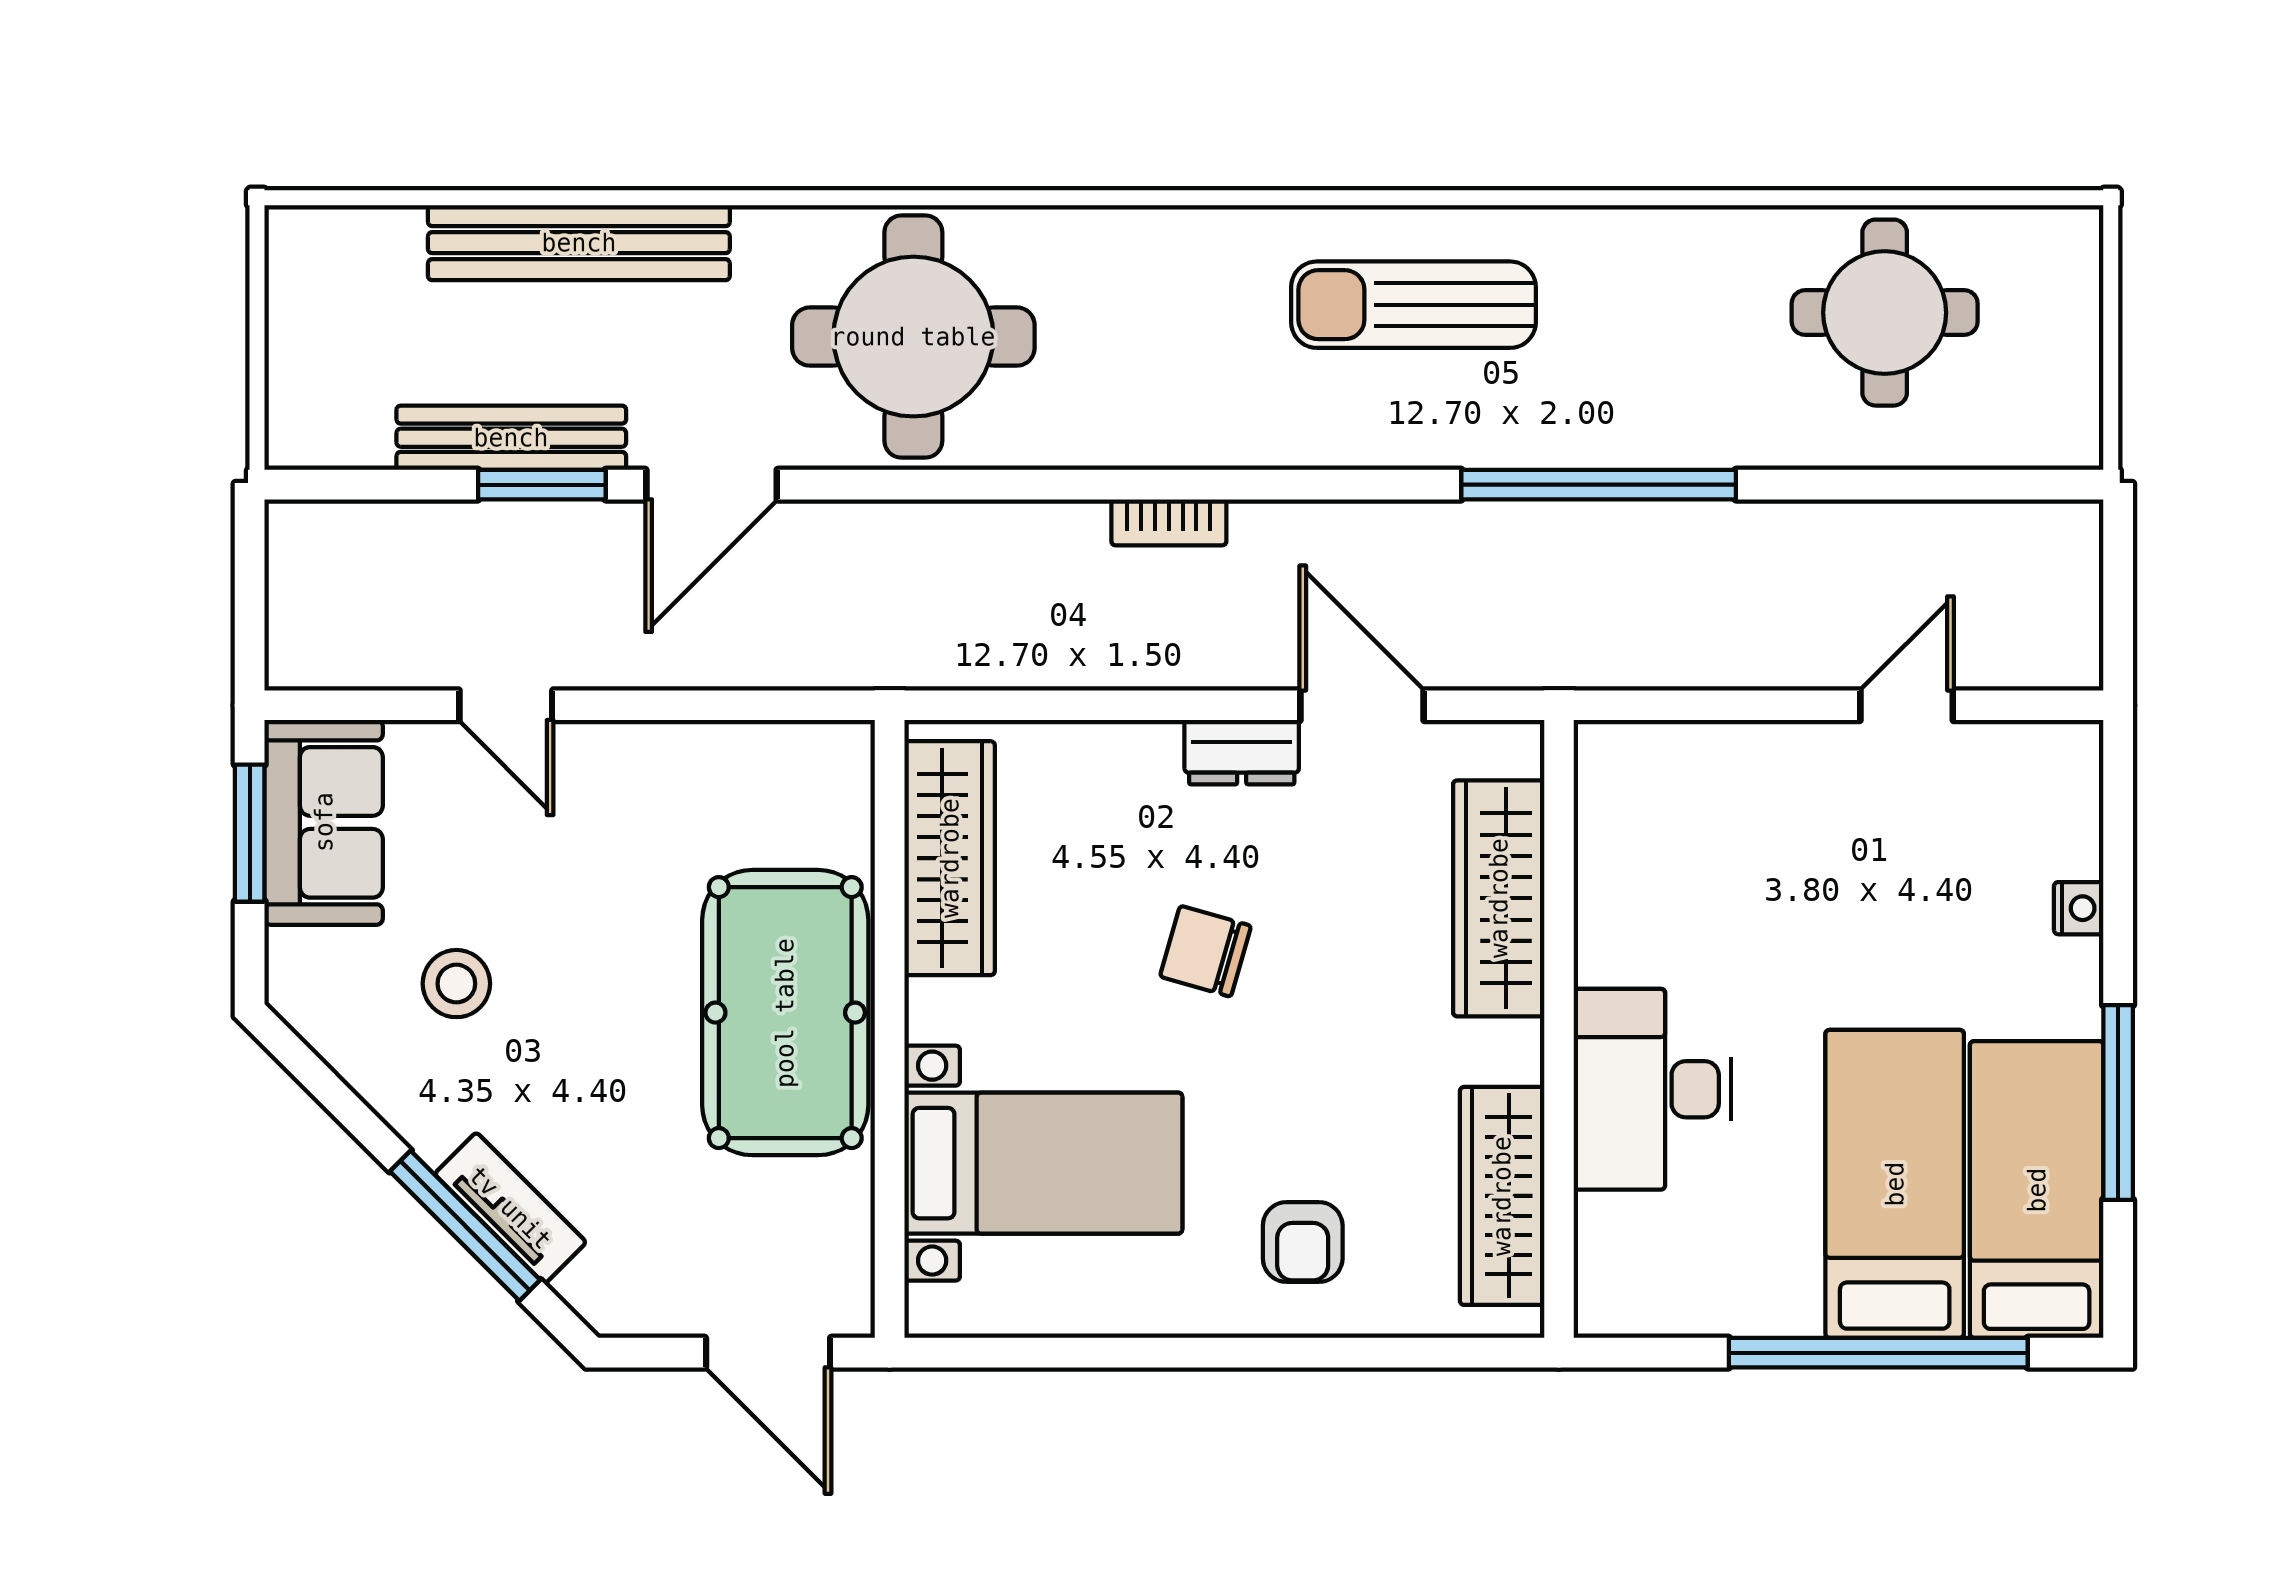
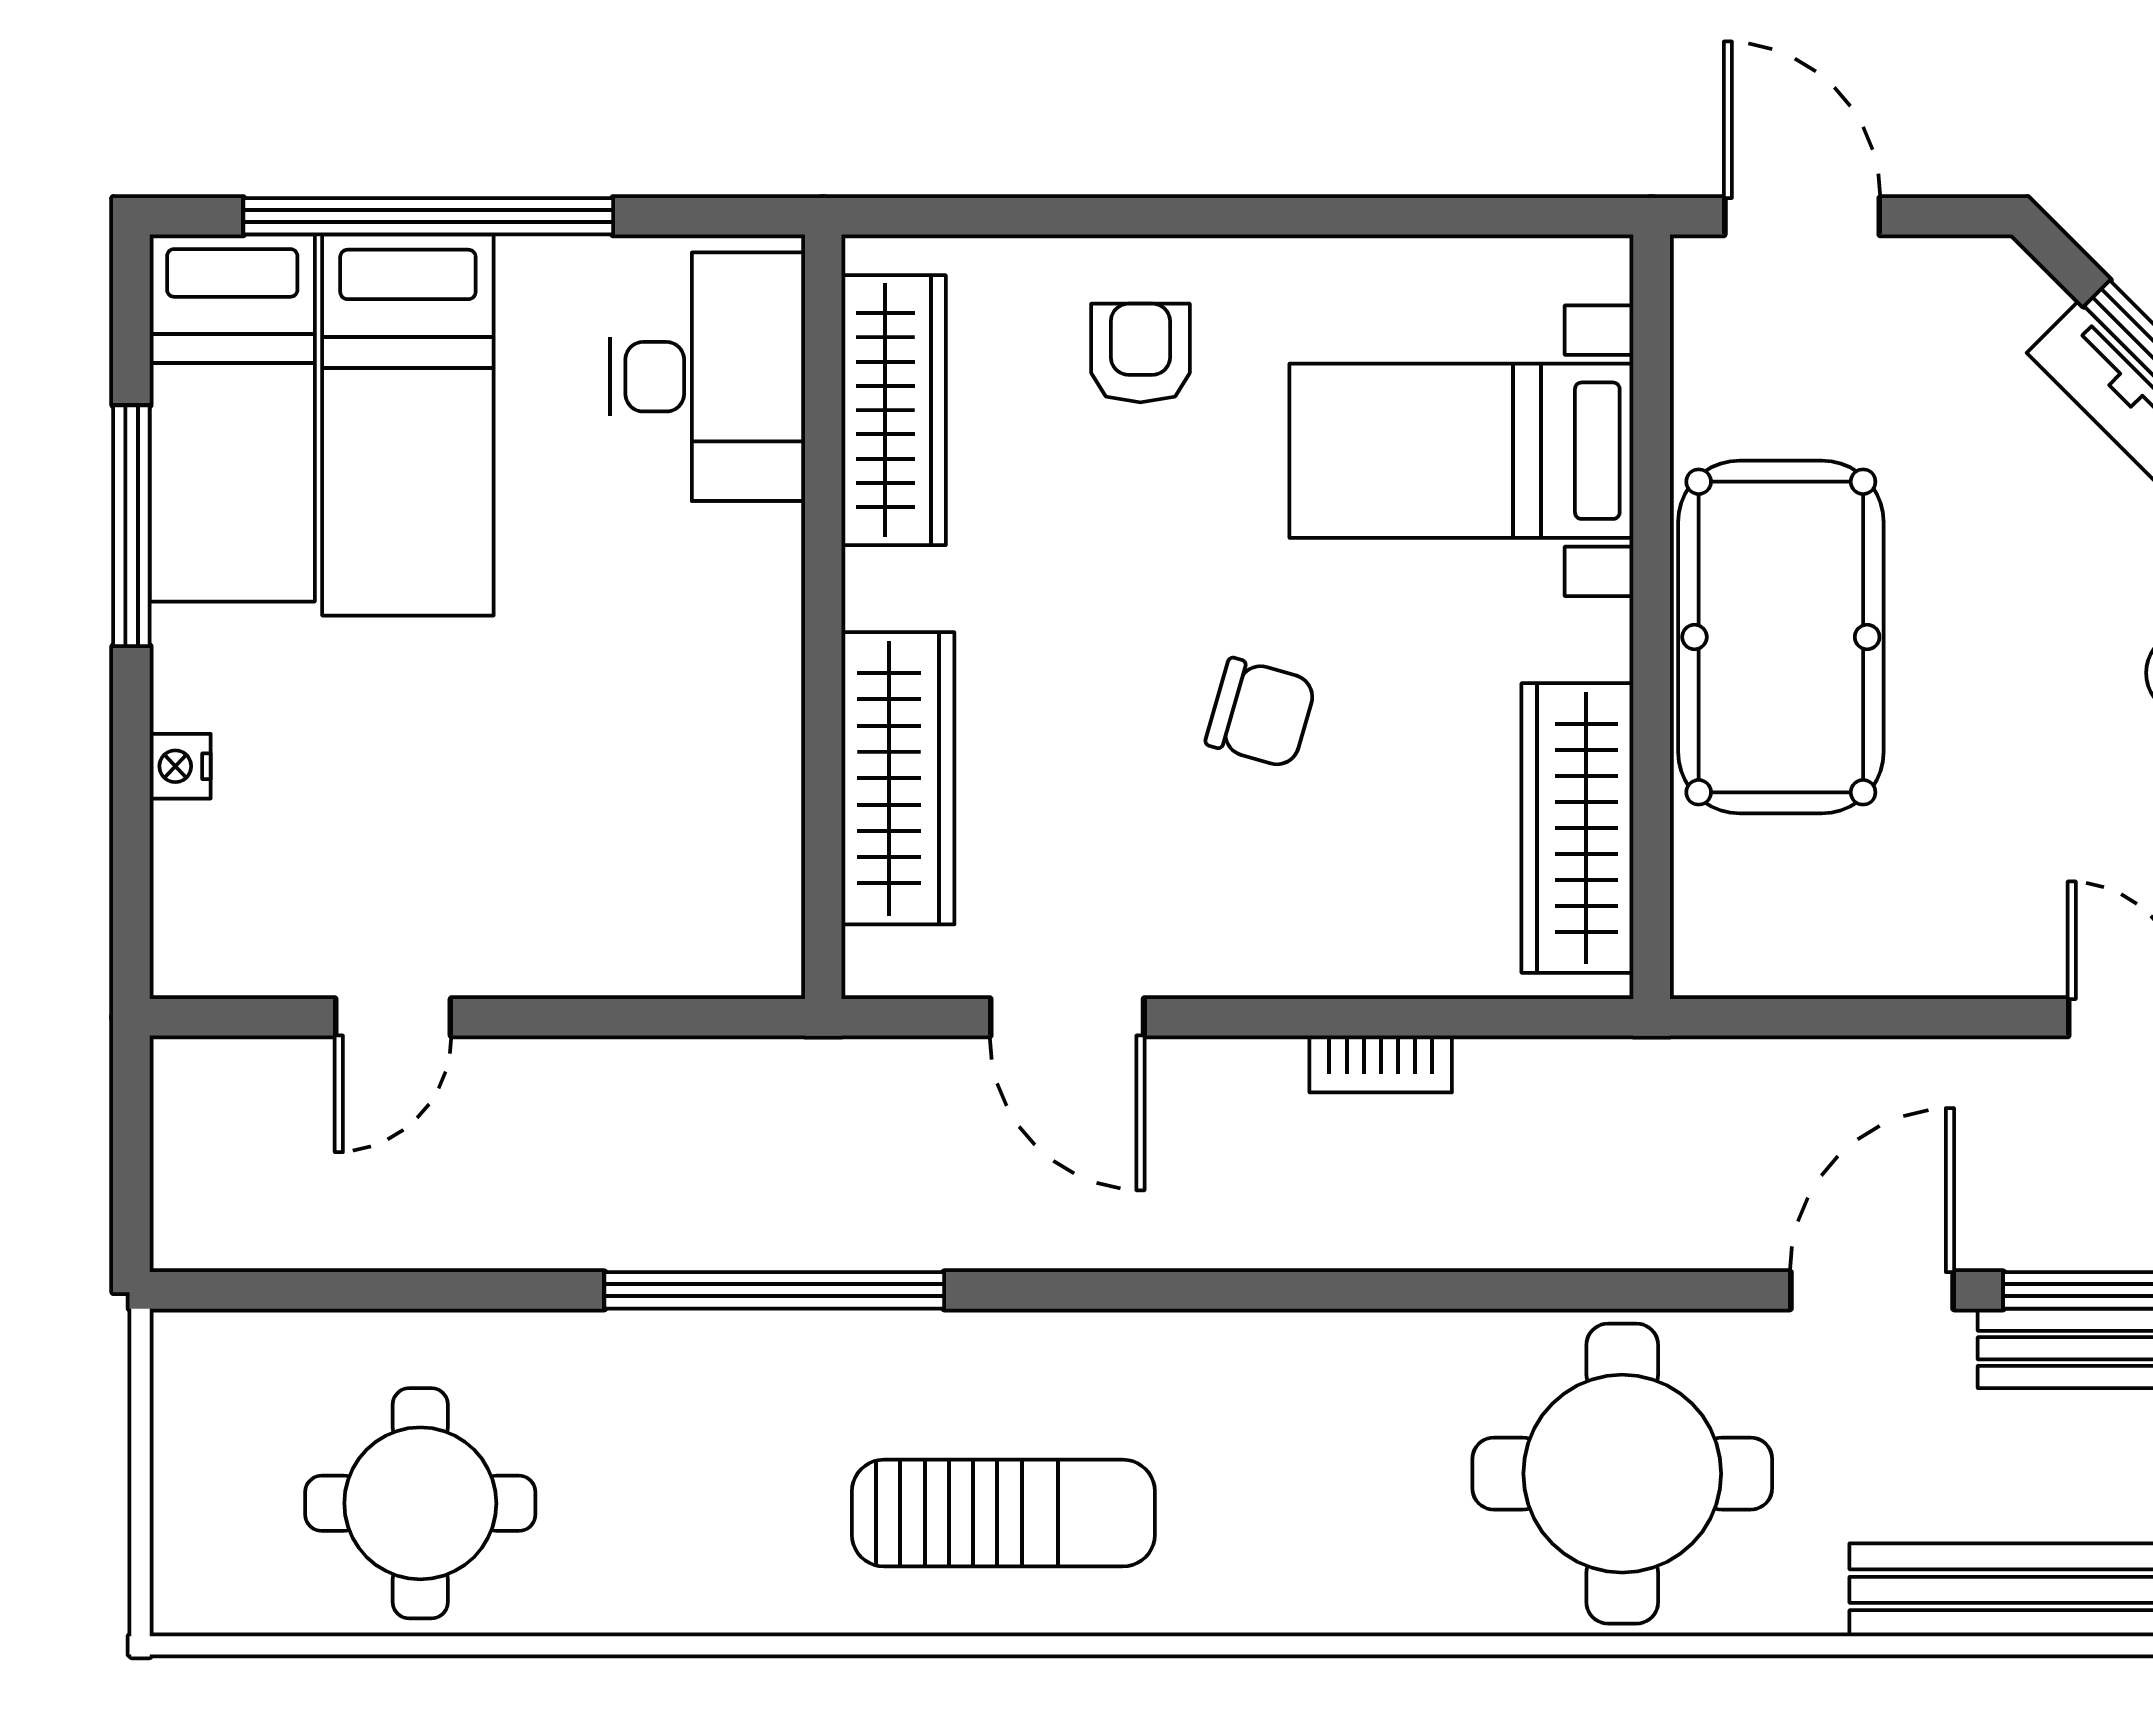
bookcase: (1169, 522) -> (1381, 1064), moved, turned 180
dresser: (1242, 752) -> (1216, 959), removed
desk: (1653, 1089) -> (707, 377), moved

